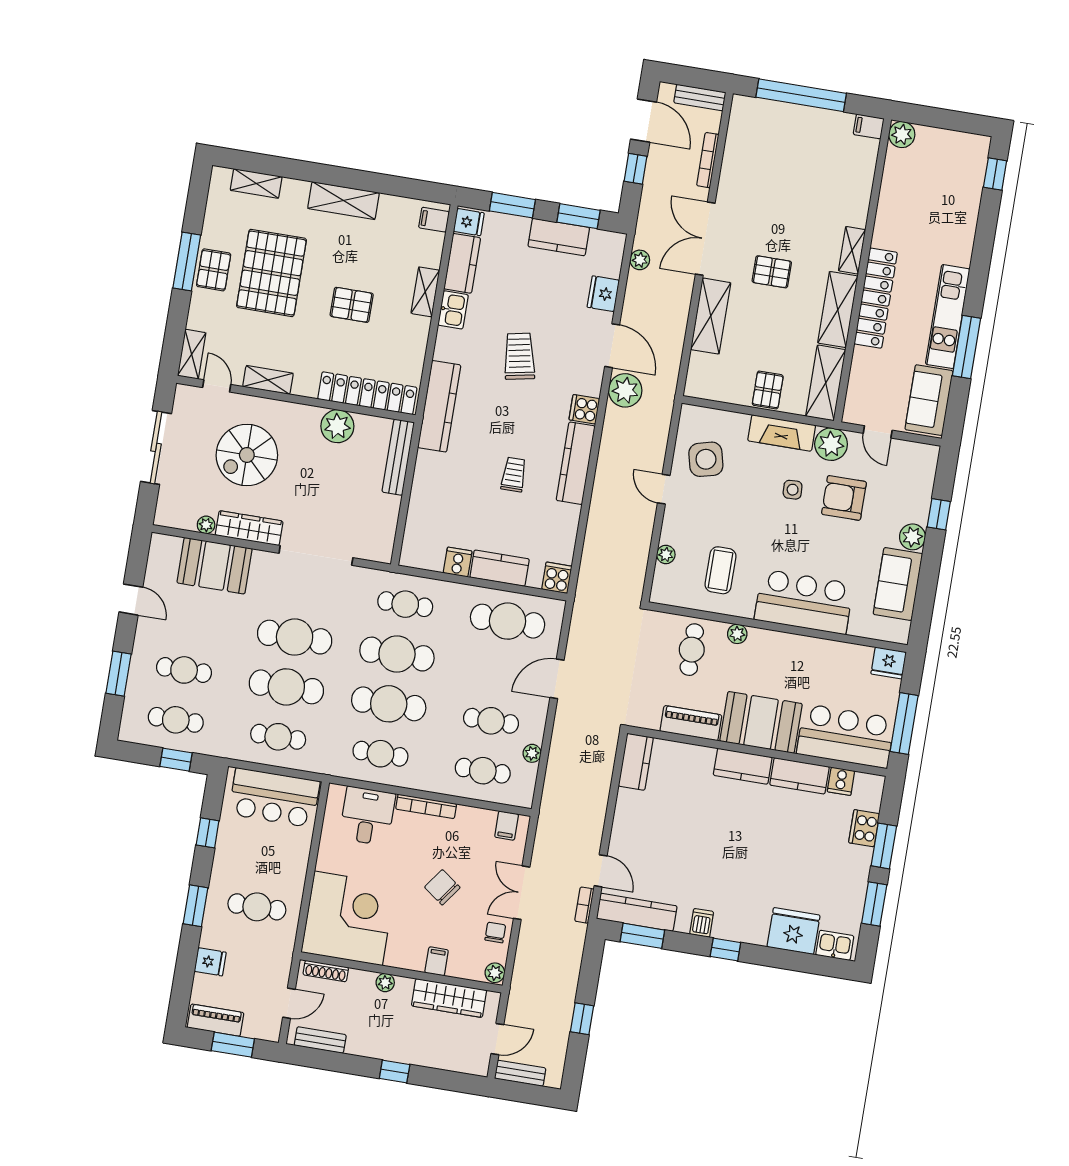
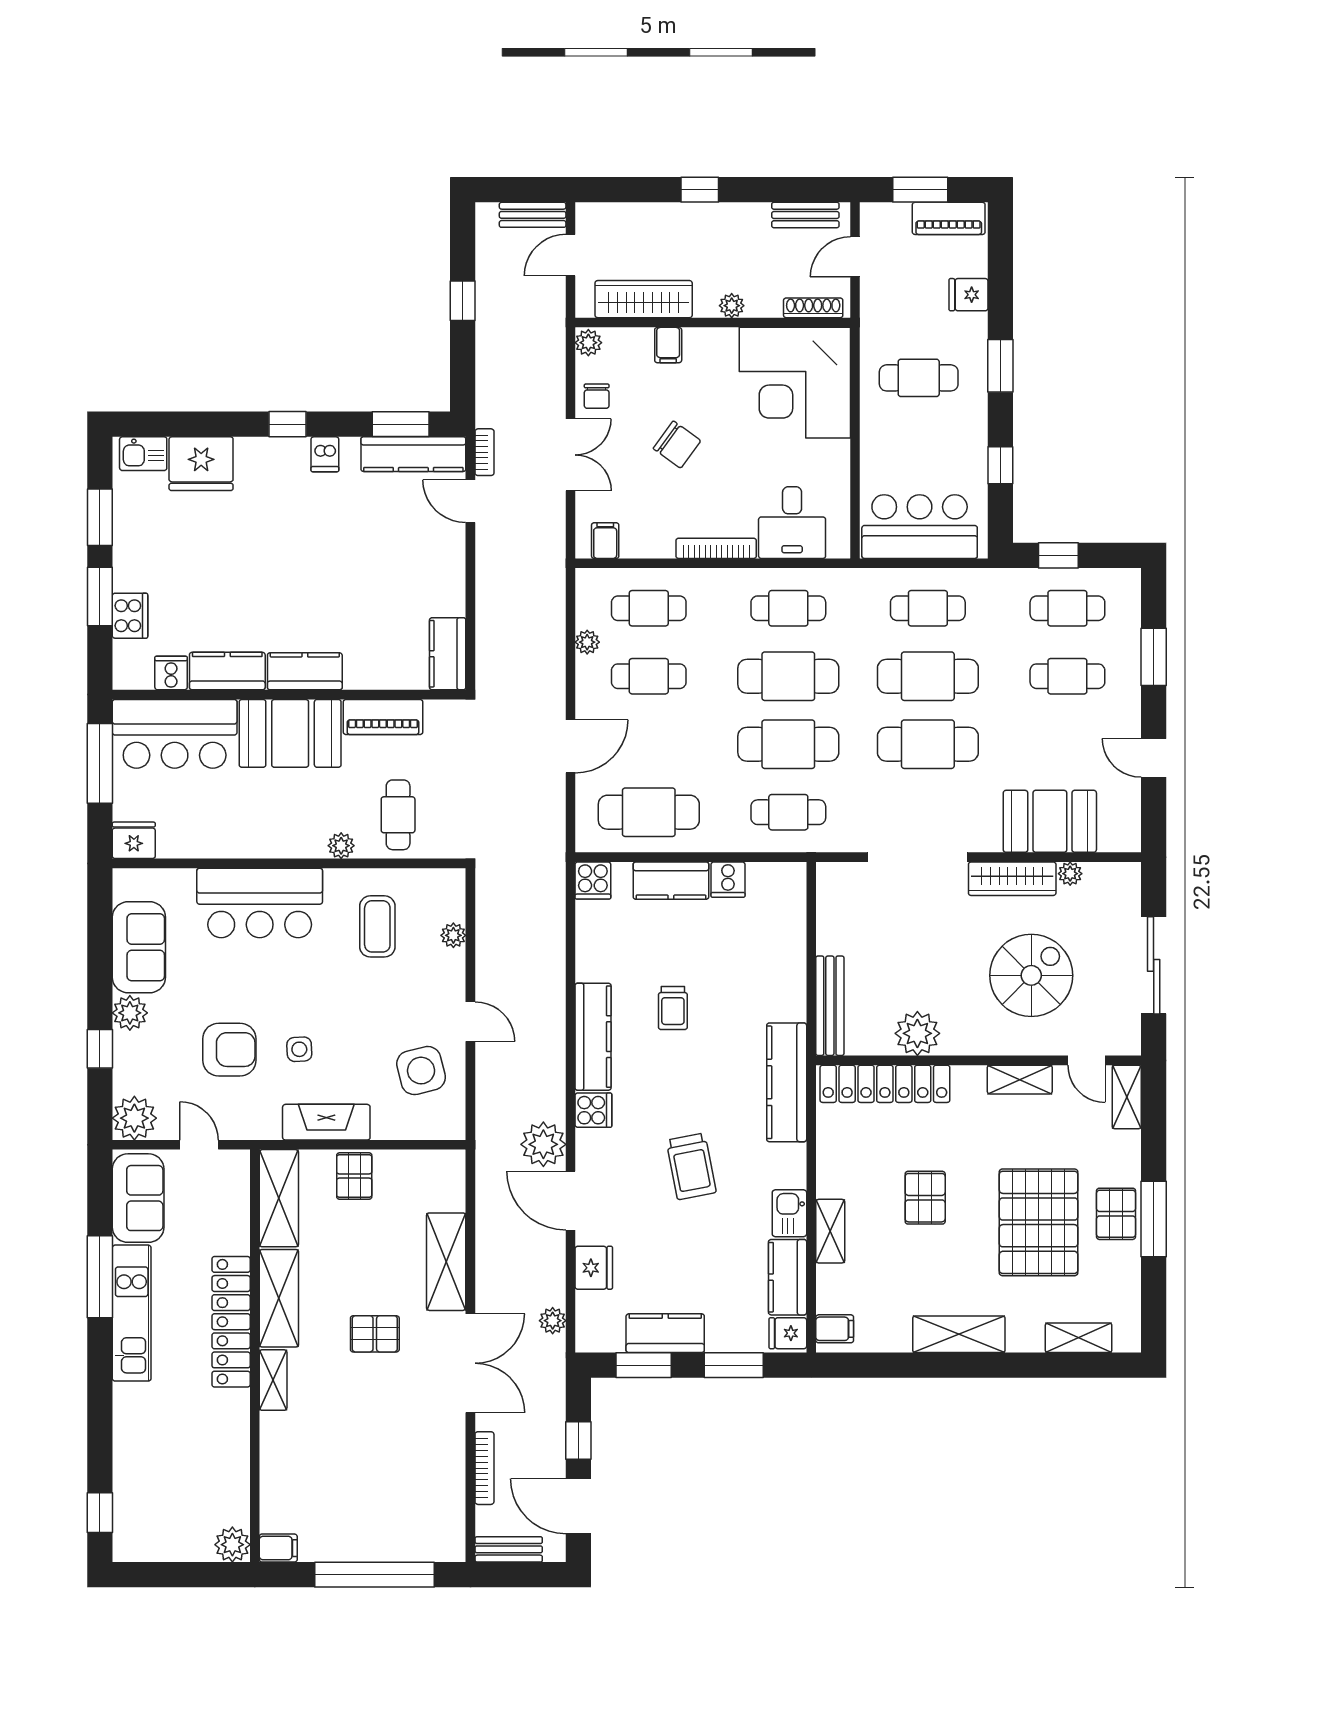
pallet: (352, 305) -> (925, 1198), turned 90
plant: (831, 444) -> (134, 1118), moved

